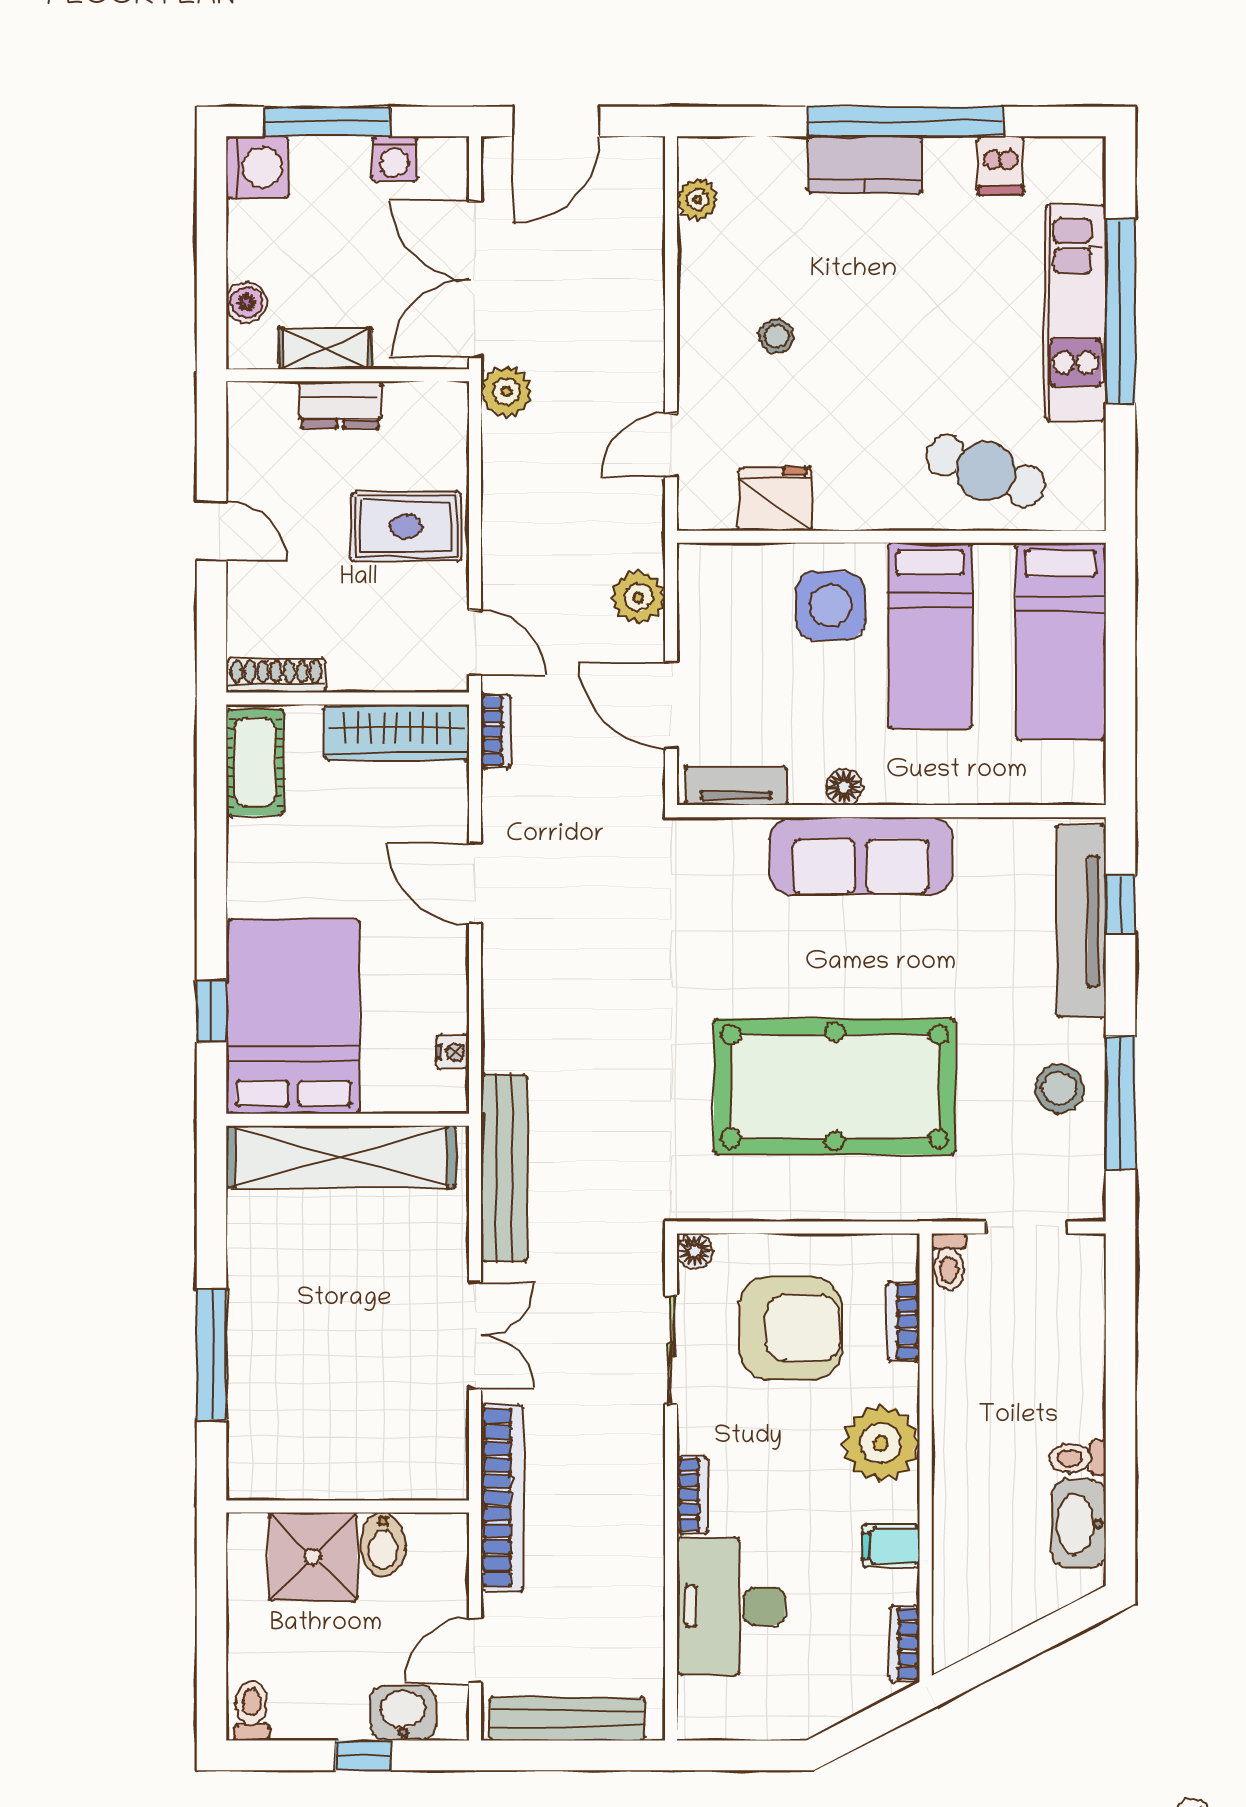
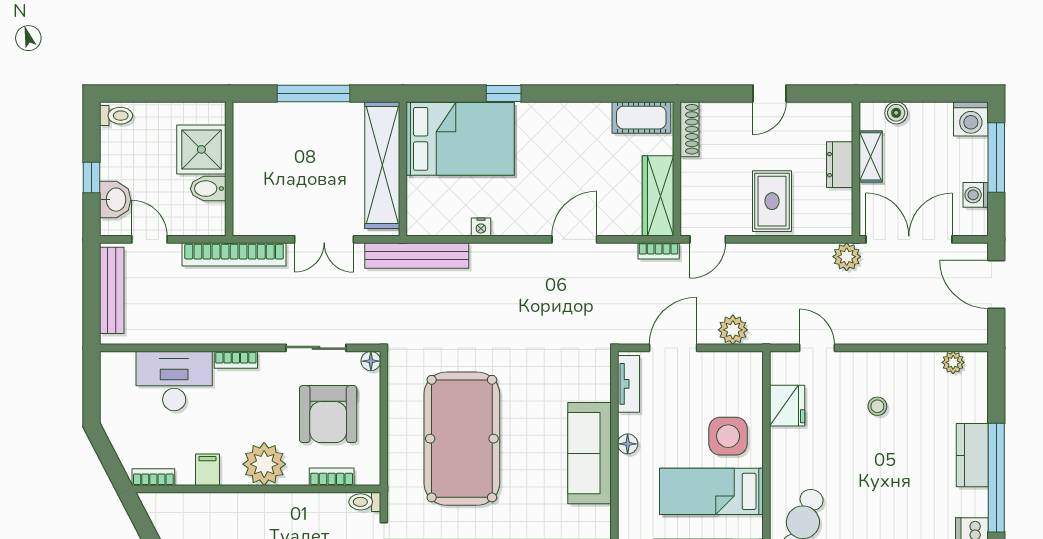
bed: (294, 1016) -> (460, 139), moved
wall: (348, 1120) -> (403, 169), moved
shelving: (341, 1157) -> (382, 165), moved

